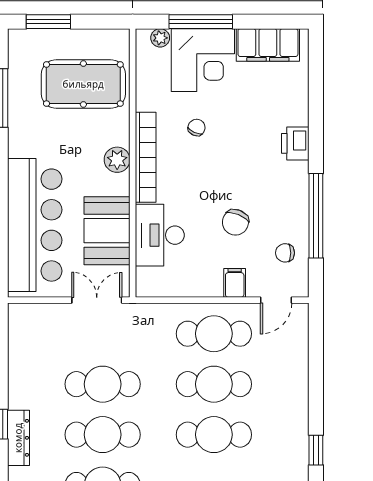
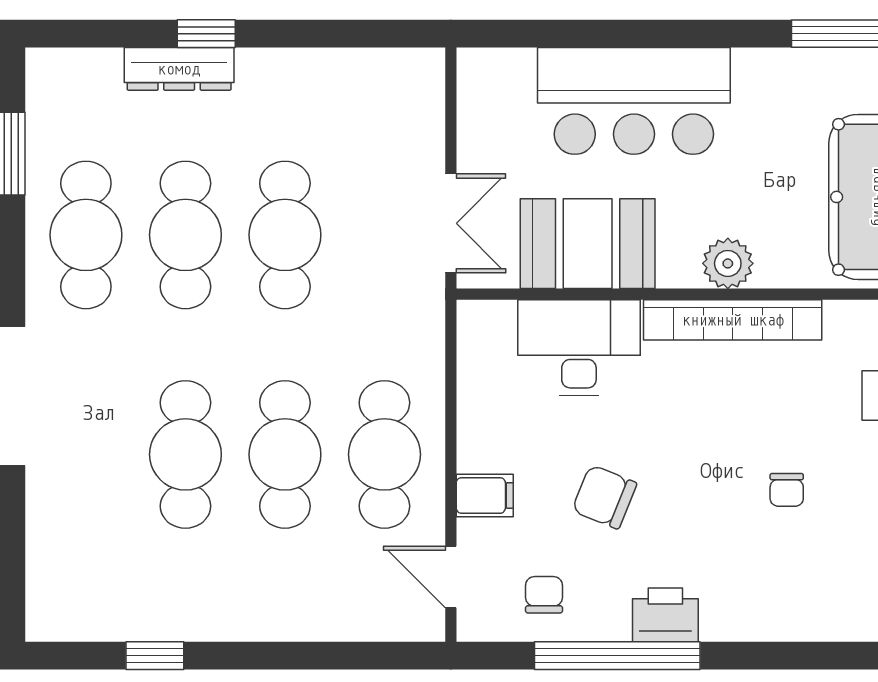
chair: (197, 128) -> (787, 490), moved, turned 66
printer: (295, 143) -> (665, 615), moved
bar counter: (35, 225) -> (634, 101), width x0.73

